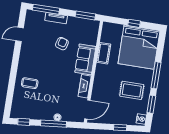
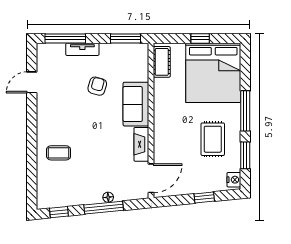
cot: (104, 53) -> (162, 62), moved
rug: (132, 90) -> (213, 139), turned 90

